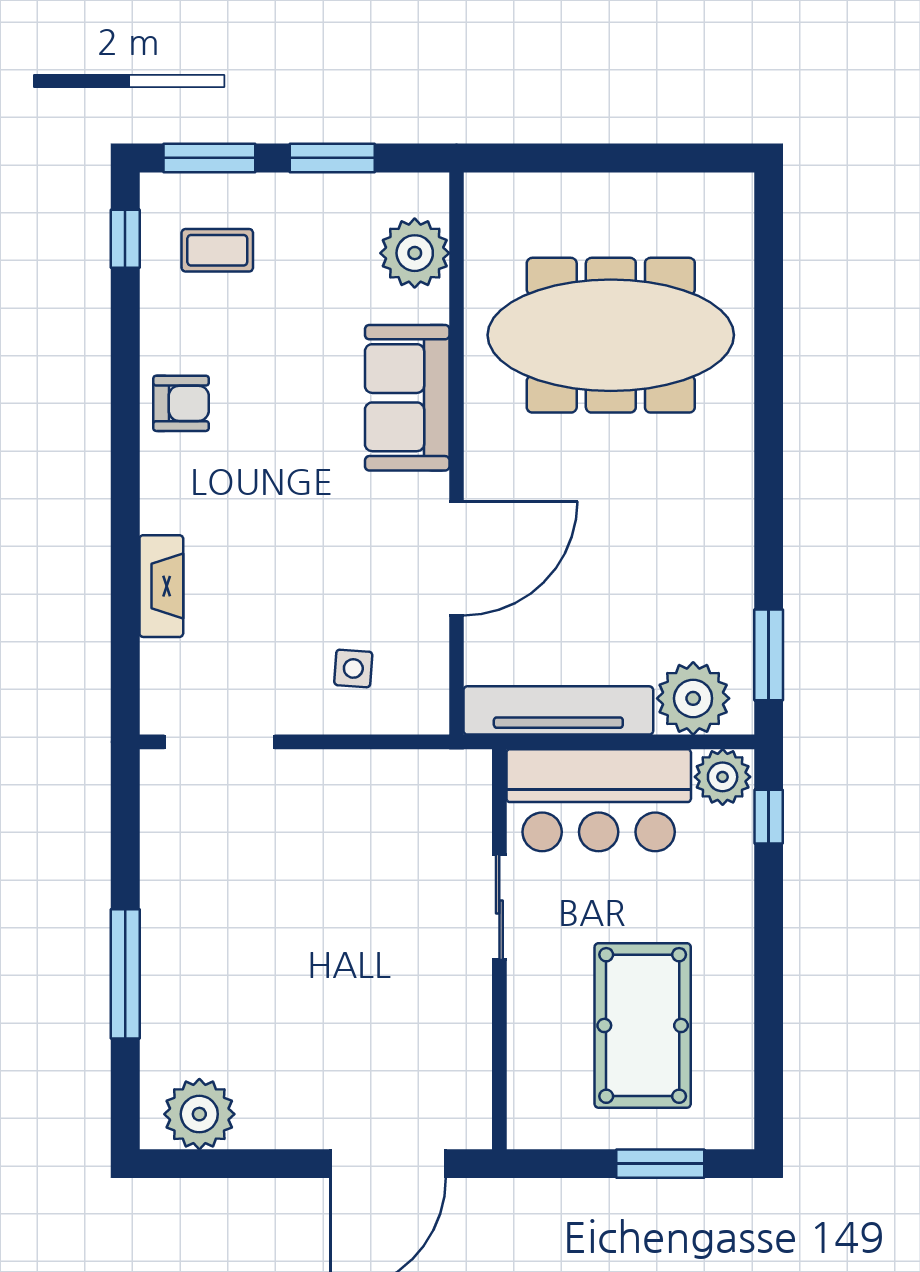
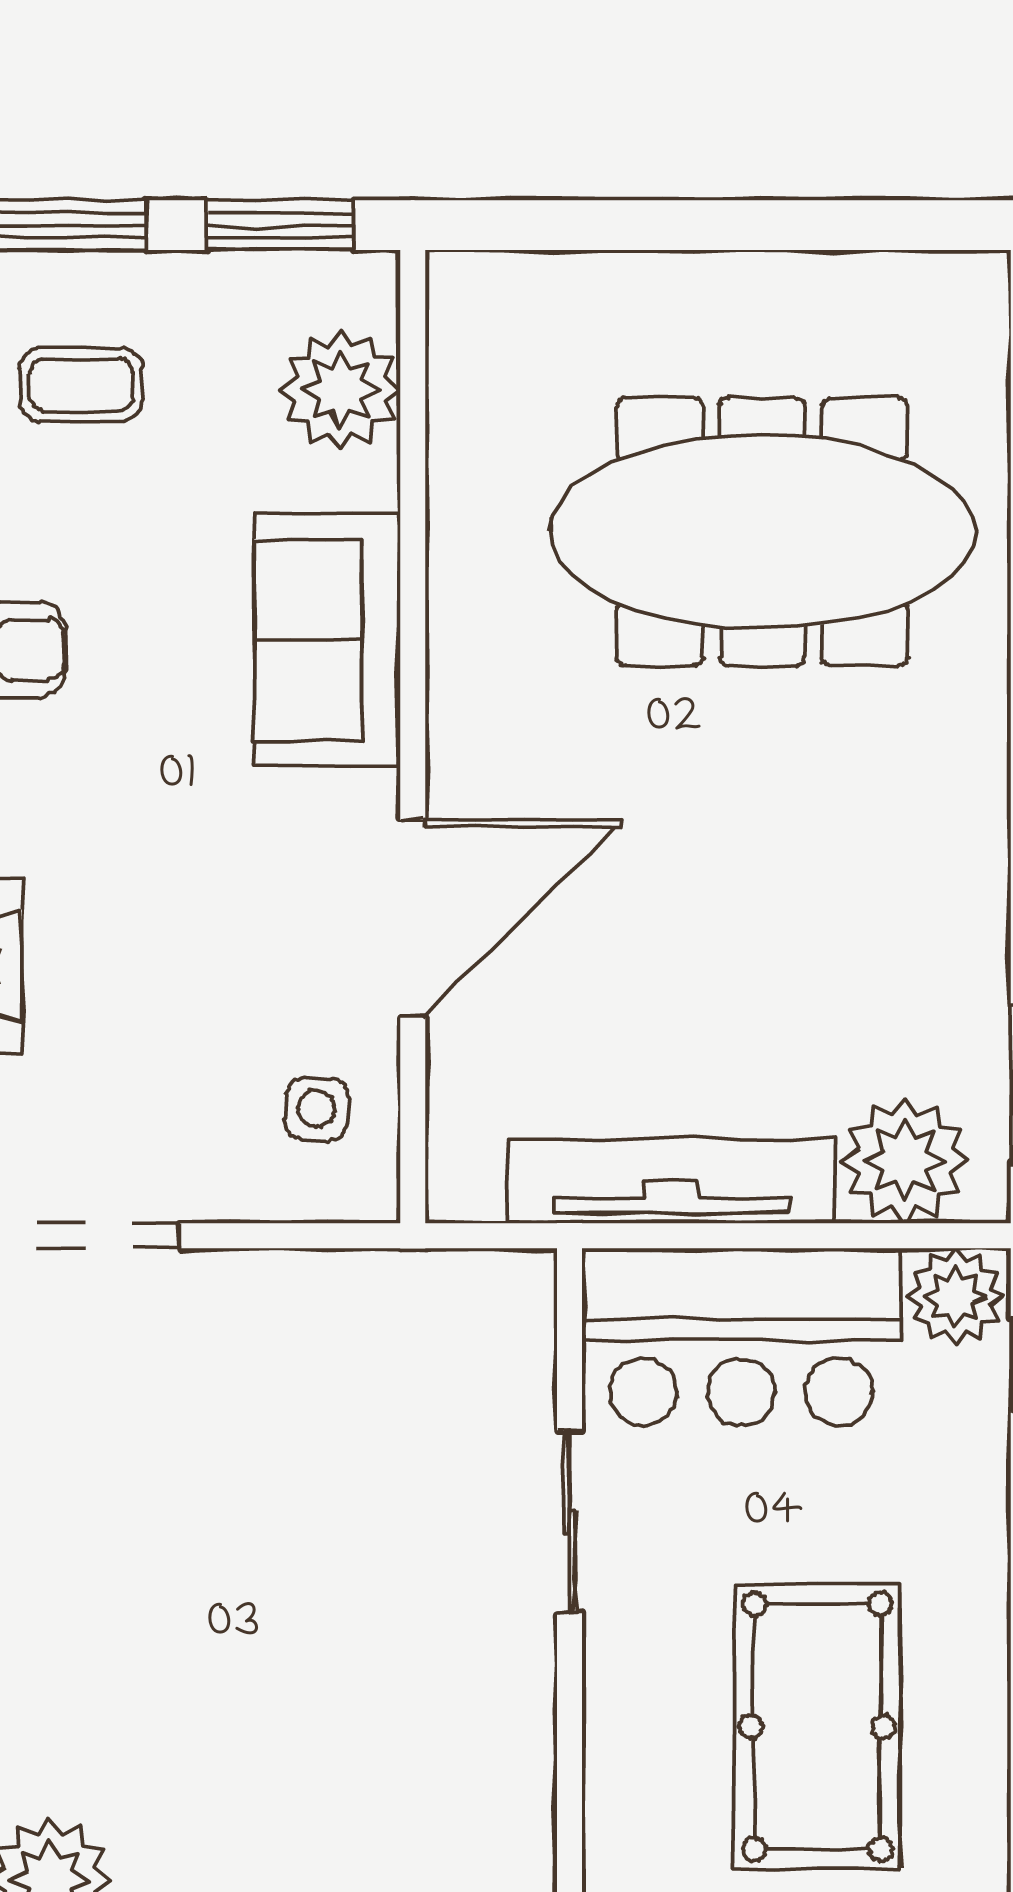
plant: (415, 253) -> (340, 390), moved
sofa: (407, 398) -> (327, 640), moved
wall: (456, 453) -> (413, 737), moved
door: (456, 558) -> (413, 918), moved

